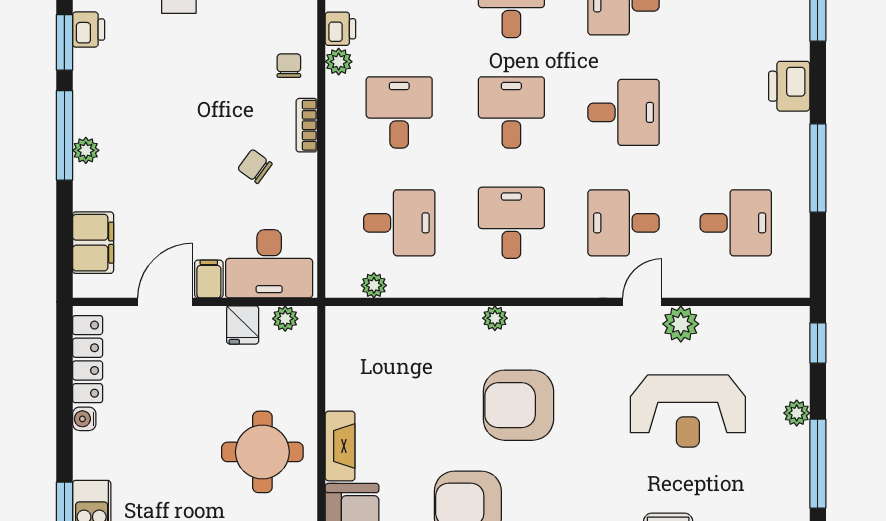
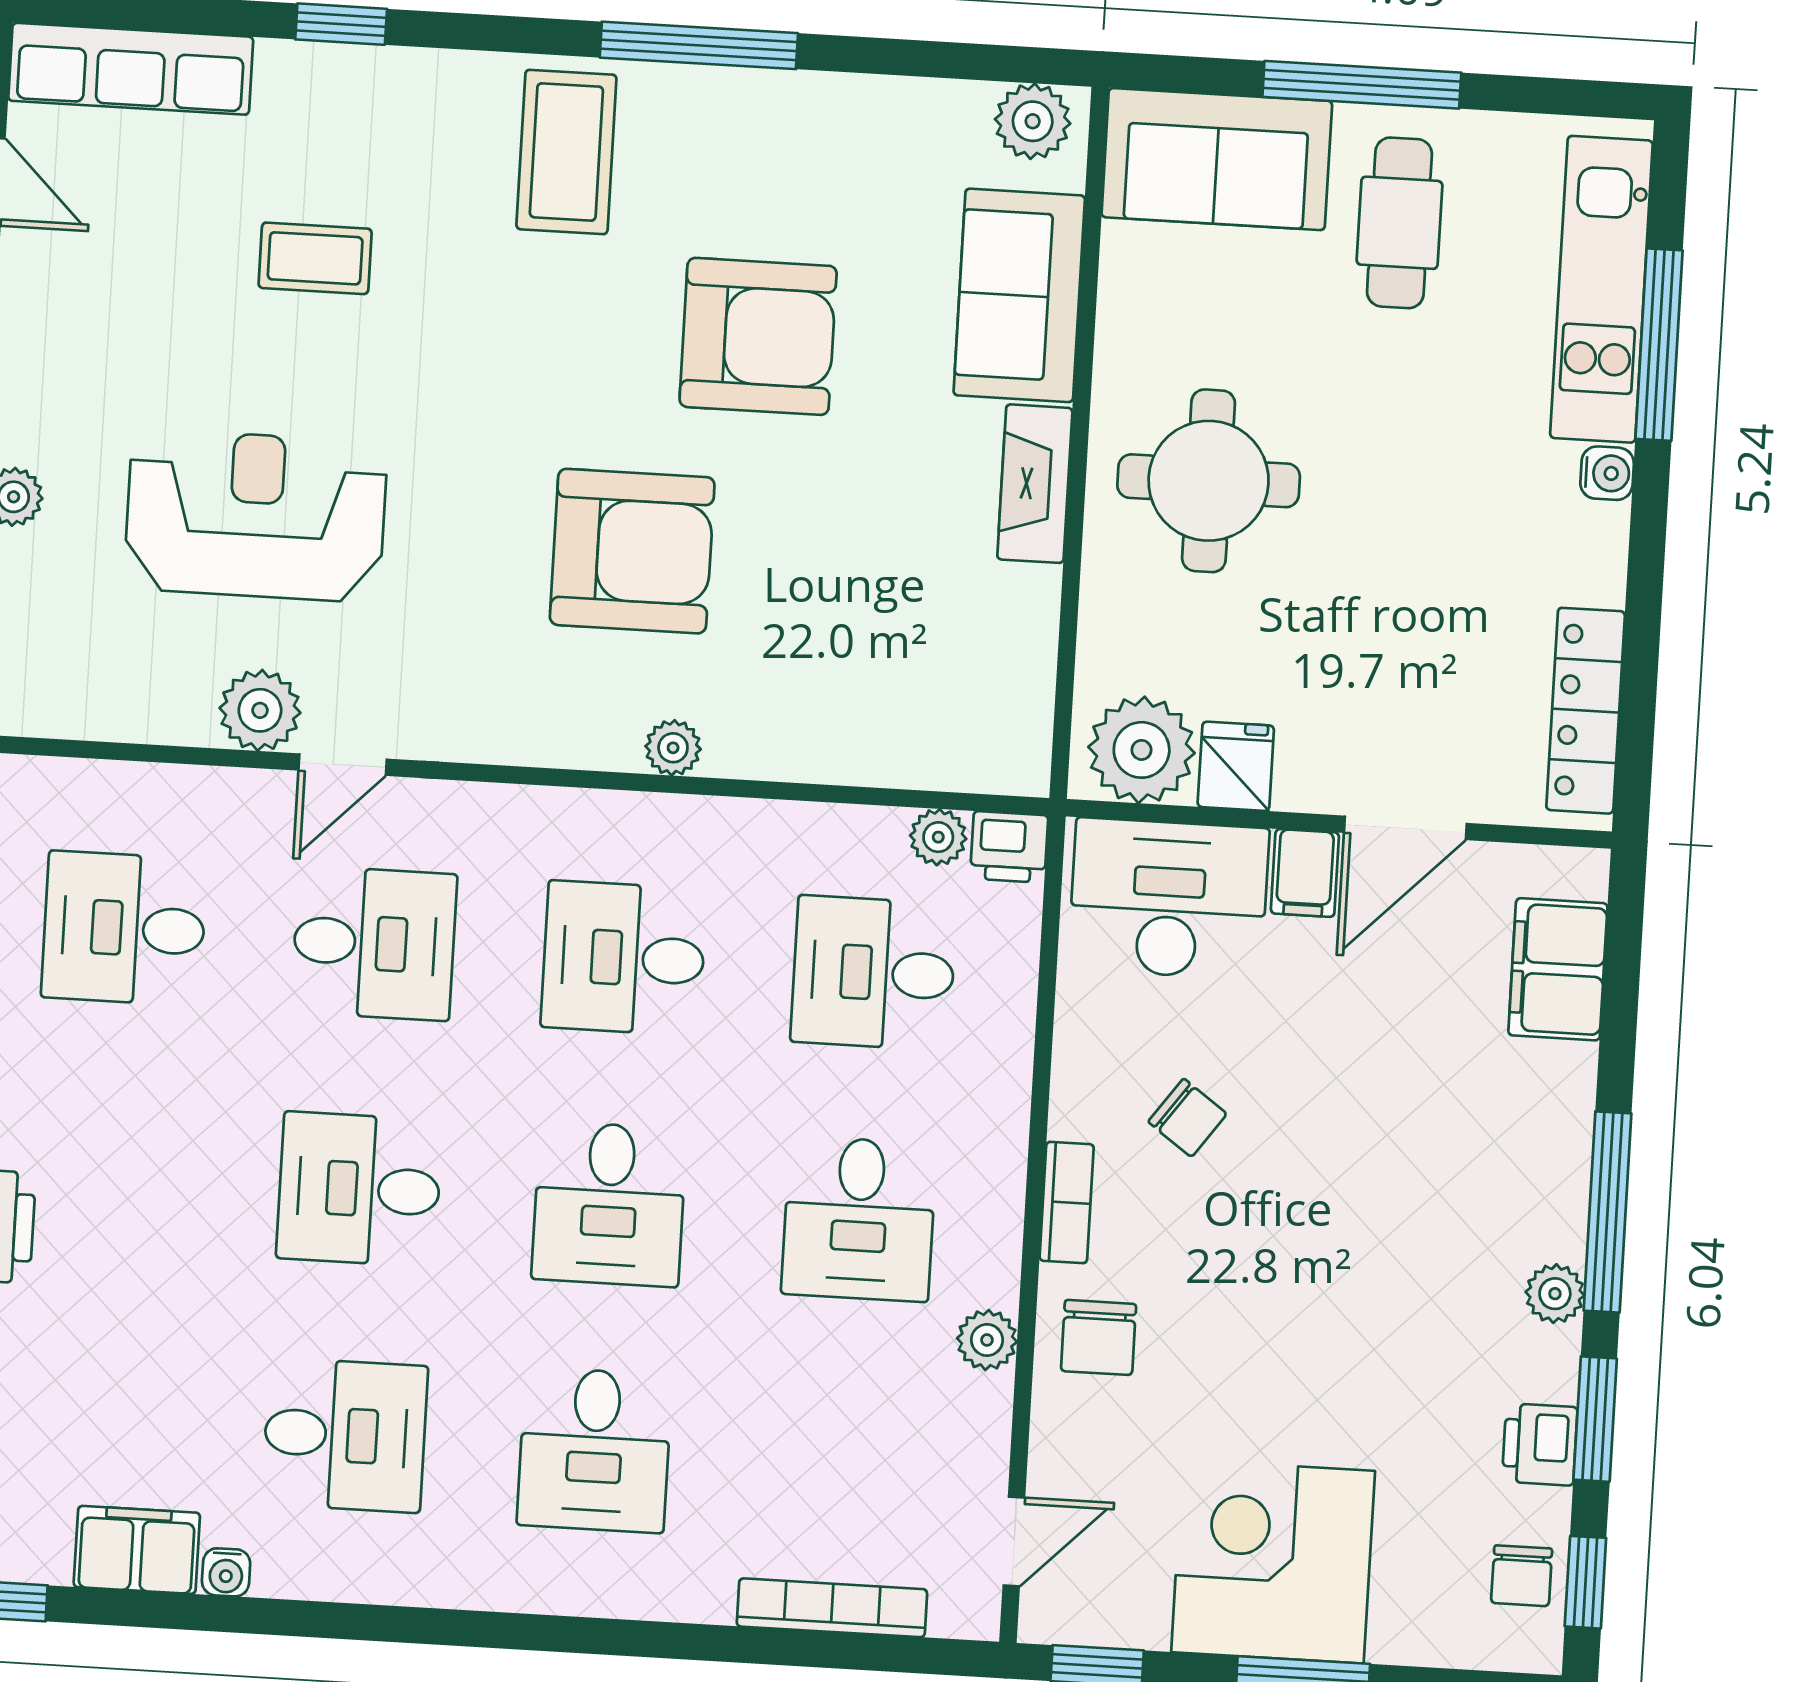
printer: (340, 29) -> (1009, 847), moved, turned -90
chair: (289, 66) -> (1098, 1338), width x1.37, depth x1.37
plant: (86, 150) -> (1555, 1294), moved
desk: (511, 223) -> (624, 958), turned 90
plant: (285, 319) -> (1142, 750), width x1.87, depth x1.87
water cooler: (84, 419) -> (1607, 473), moved

